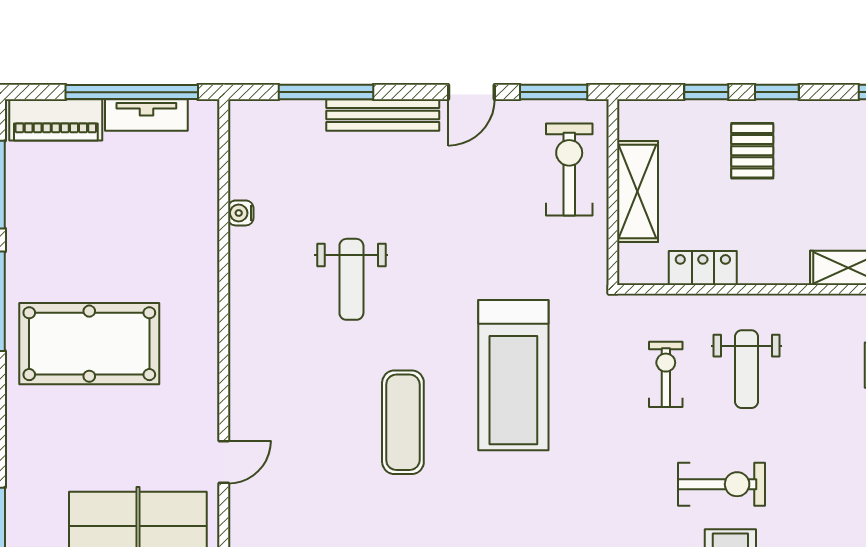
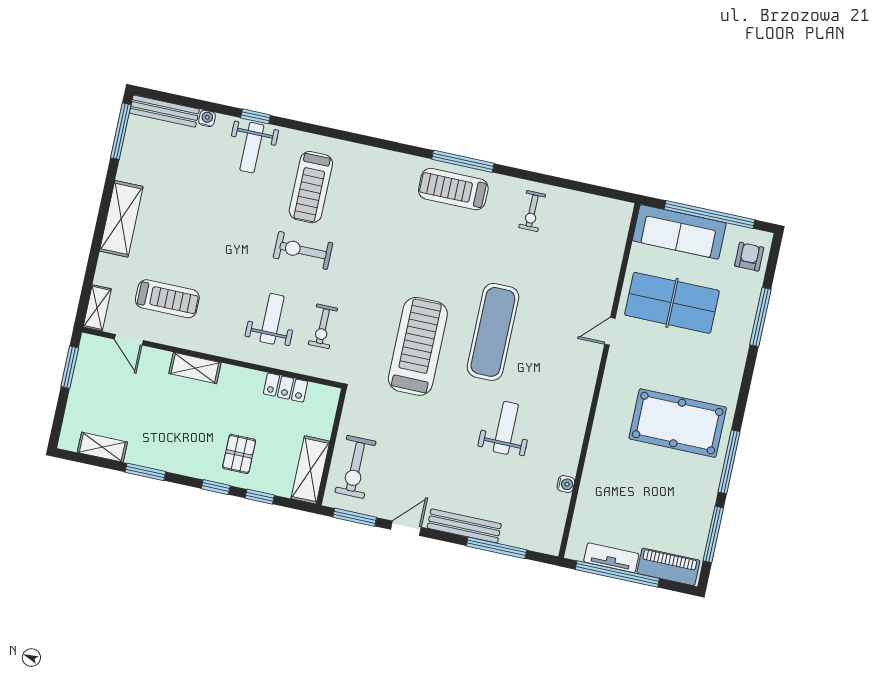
shelving: (637, 192) -> (310, 470), moved
exercise mat: (403, 422) -> (493, 332), width x1.36, depth x1.45

